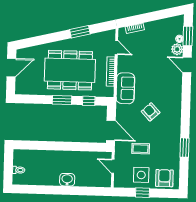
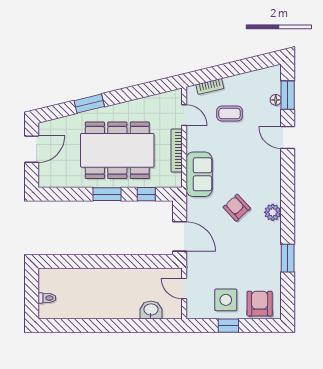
window: (80, 32) -> (89, 104), moved
plant: (177, 49) -> (273, 212), moved
coffee table: (141, 149) -> (230, 114), moved
washbasin: (67, 180) -> (151, 310), moved

